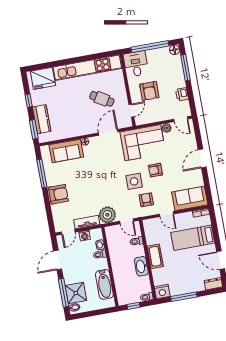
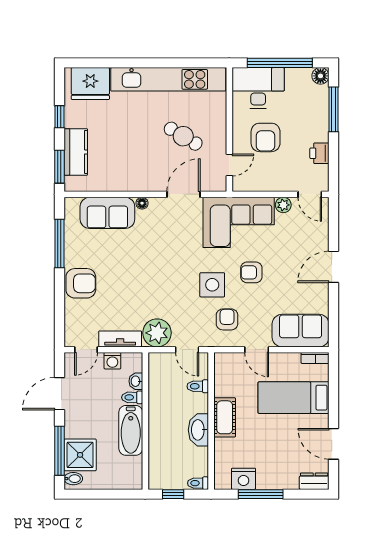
desk: (136, 64) -> (258, 88), width x1.37
bathtub: (104, 284) -> (131, 430), moved
nightstand: (162, 292) -> (244, 479), moved

